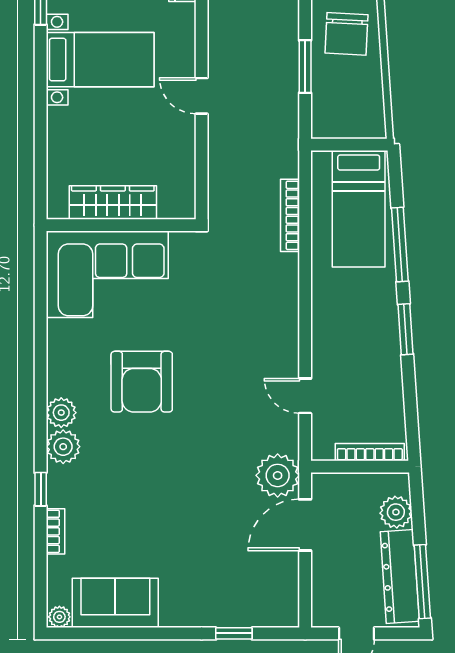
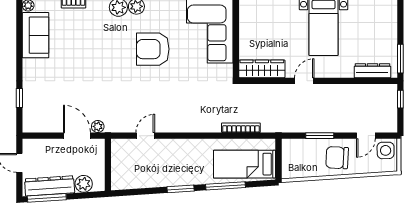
wardrobe: (113, 202) -> (262, 69), moved, turned -90
bookcase: (370, 452) -> (116, 170), removed
plant: (278, 475) -> (98, 126), width x0.53, depth x0.53

